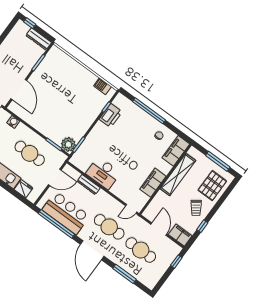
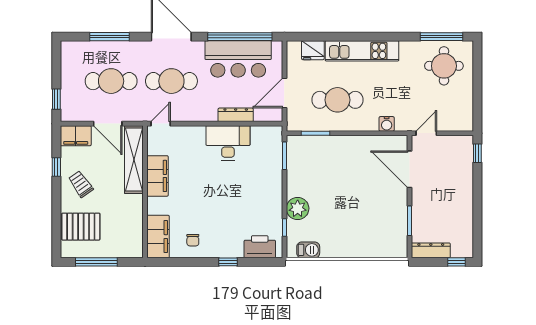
window: (149, 111) -> (228, 262), width x0.32
printer: (111, 115) -> (260, 247), moved, turned 90
plant: (68, 144) -> (298, 208), moved
shelving: (178, 175) -> (134, 160), moved
pallet: (212, 186) -> (81, 227), turned 90

